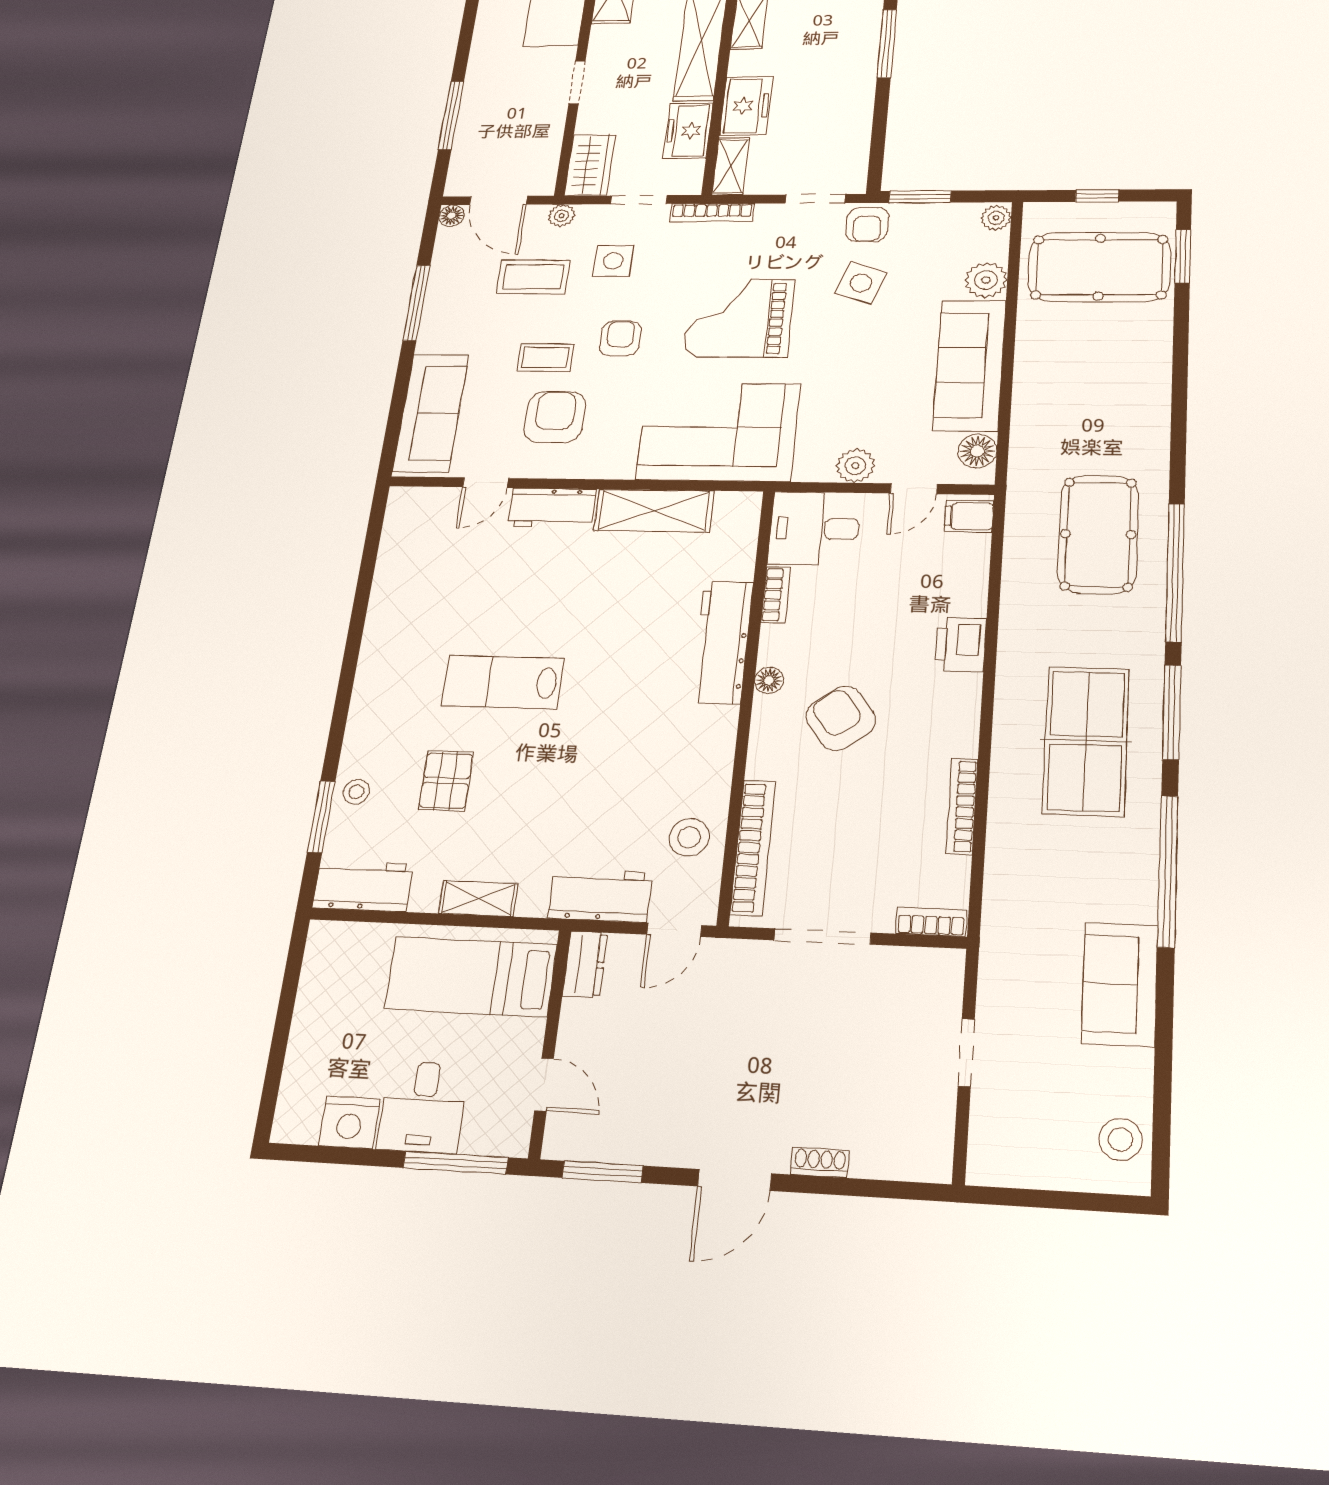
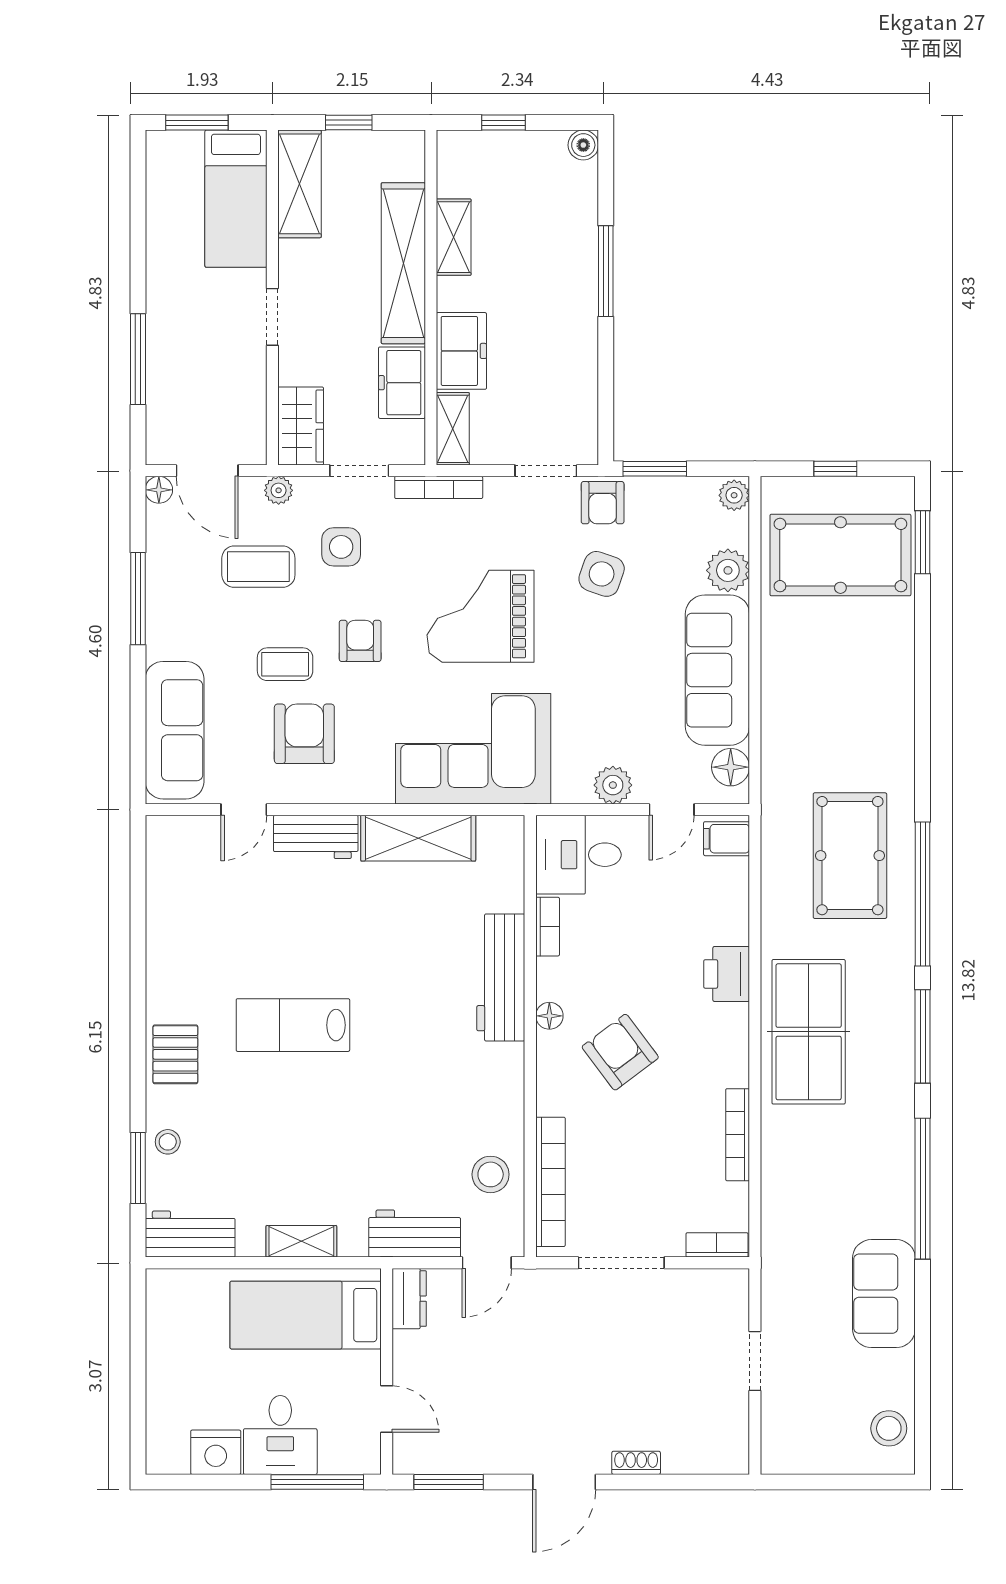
table tennis table: (1086, 741) -> (809, 1032), moved
pallet: (446, 781) -> (175, 1054), moved

